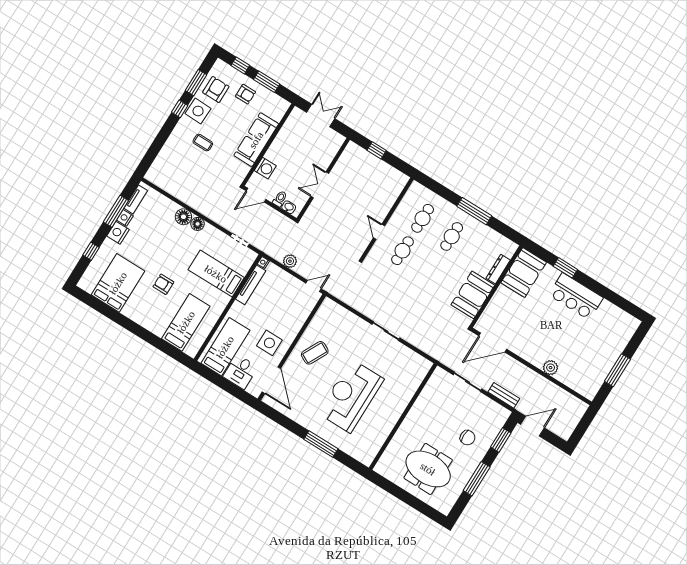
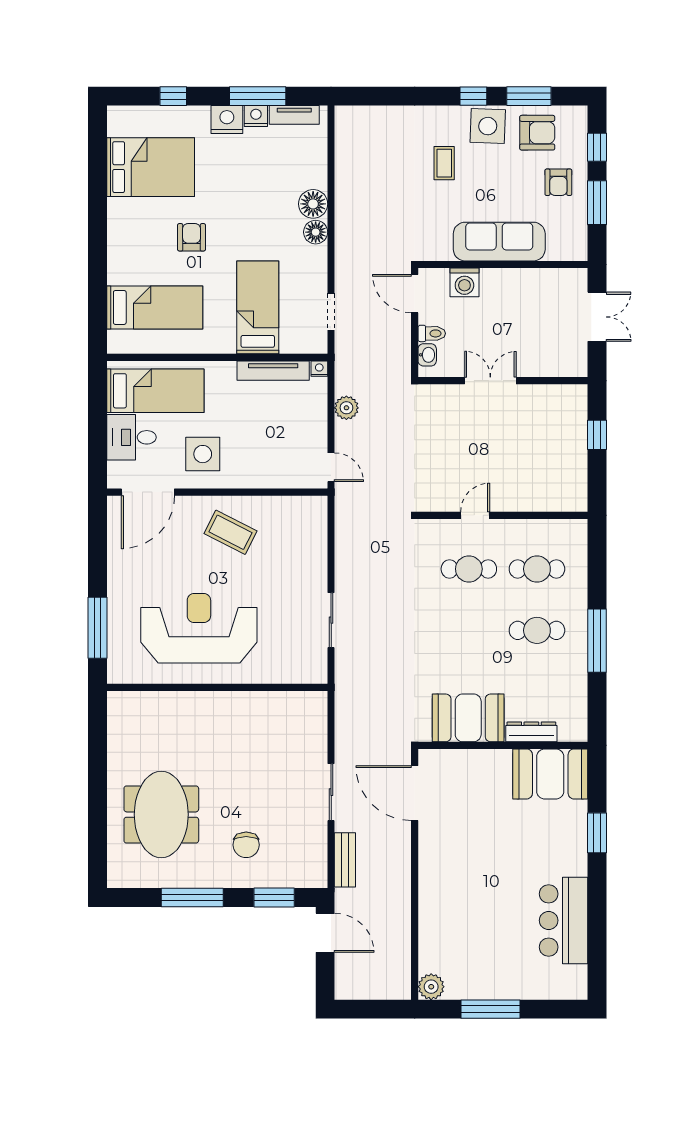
bar counter: (576, 296) -> (564, 920), moved
plant: (551, 368) -> (431, 987), moved
wall: (403, 417) -> (217, 687), moved

